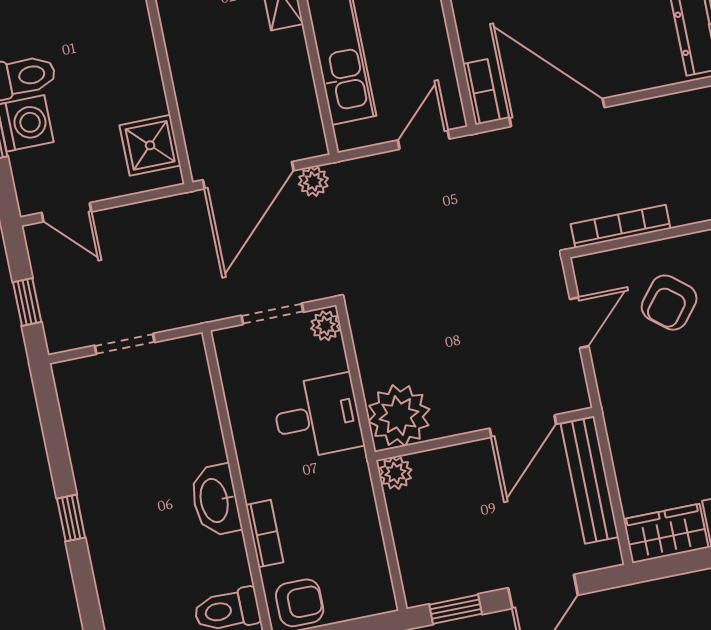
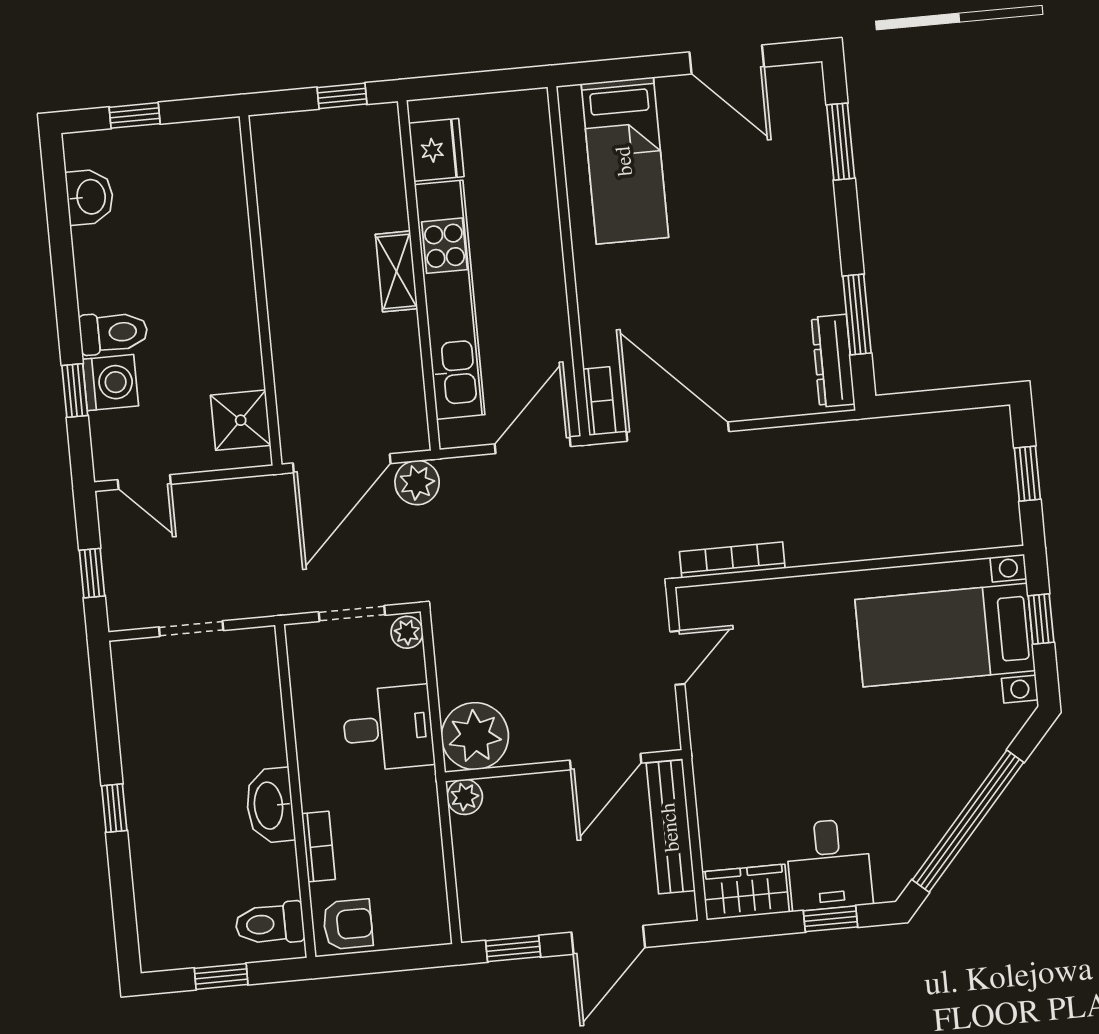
door: (424, 140) -> (533, 445), width x1.38
plant: (313, 181) -> (417, 483), width x1.38, depth x1.38
armchair: (669, 303) -> (775, 647), removed

